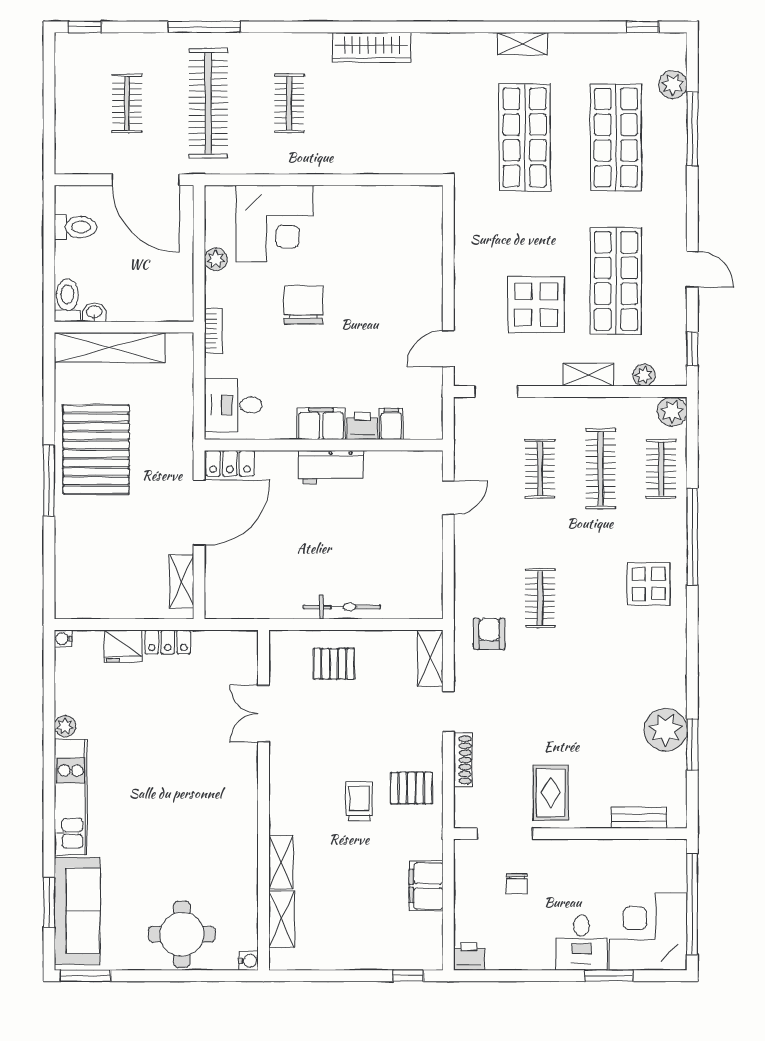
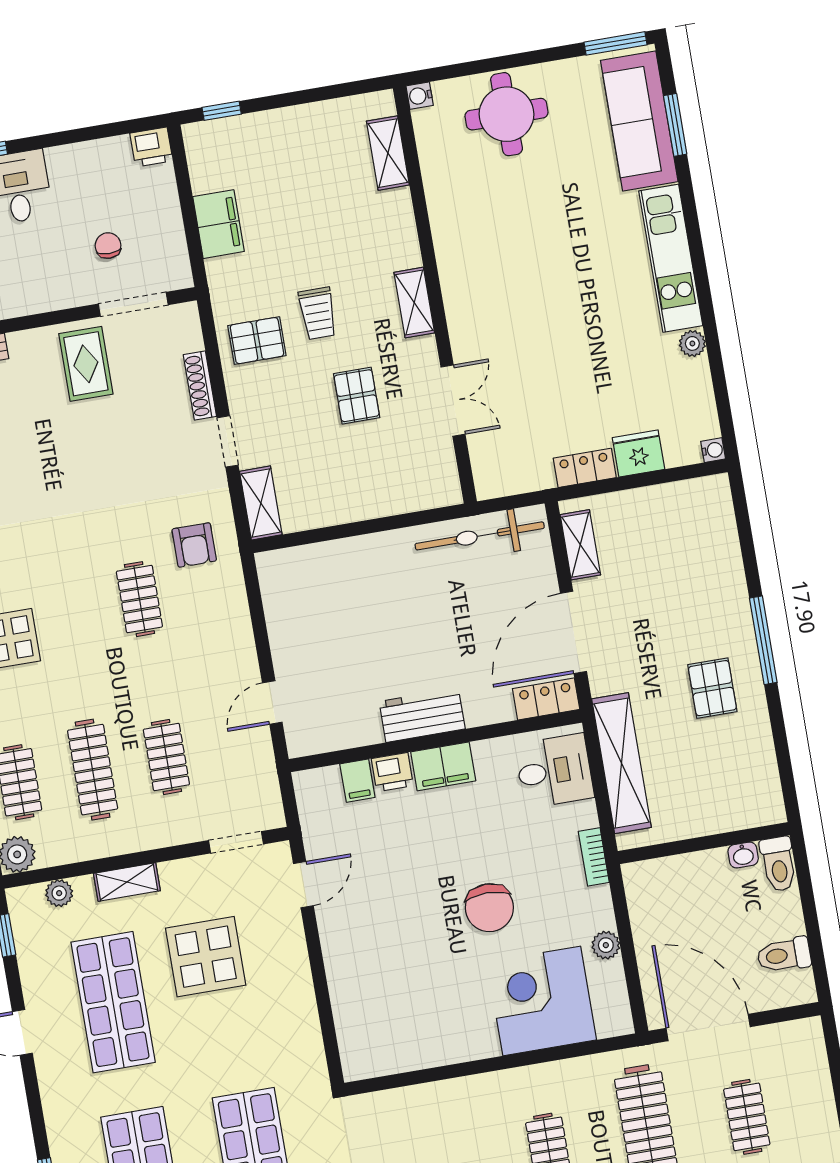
shelving: (110, 348) -> (621, 763), moved, turned 90
pallet: (96, 449) -> (712, 688), width x0.49, depth x0.50
bicycle: (342, 607) -> (480, 536), moved, width x1.37, depth x1.40
pallet: (334, 664) -> (357, 396), moved, turned 90
shelving: (281, 862) -> (414, 303), moved

